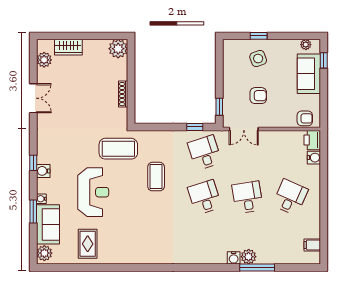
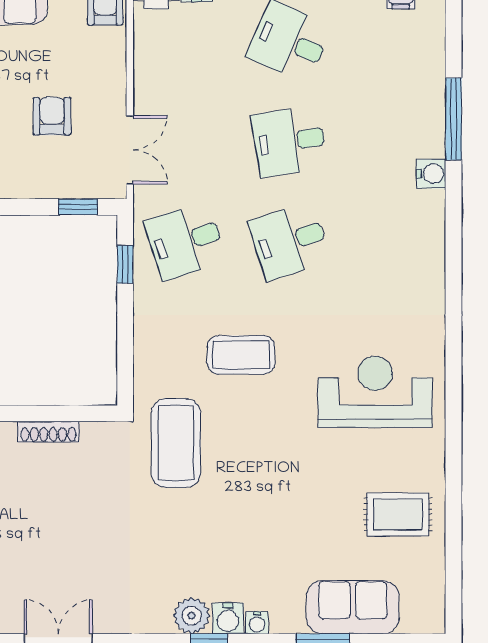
reception desk: (93, 192) -> (375, 392), moved
water cooler: (41, 199) -> (257, 623), moved
plant: (44, 253) -> (192, 616), moved
plant: (249, 257) -> (428, 139), removed

